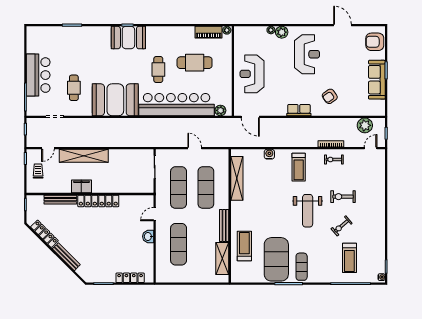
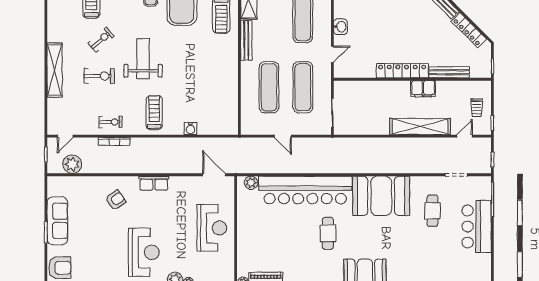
reception desk: (307, 54) -> (144, 252), turned 180
cafe table: (195, 63) -> (283, 242), removed
shelving: (237, 178) -> (55, 70), moved

